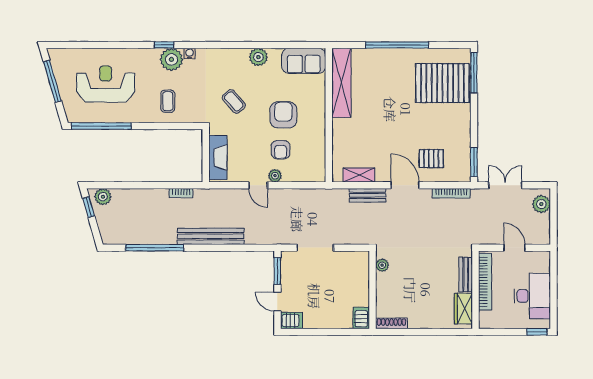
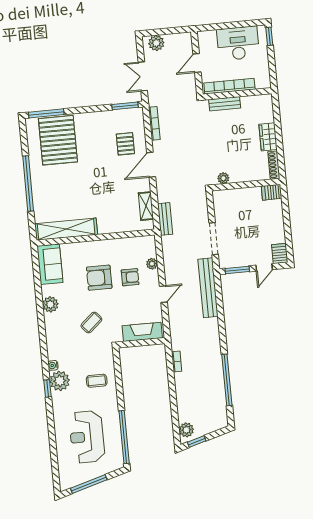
plant: (275, 176) -> (152, 264), moved
bench: (368, 195) -> (165, 219), moved
bench: (211, 236) -> (208, 288), moved
wardrobe: (463, 309) -> (268, 137), moved, turned 90

